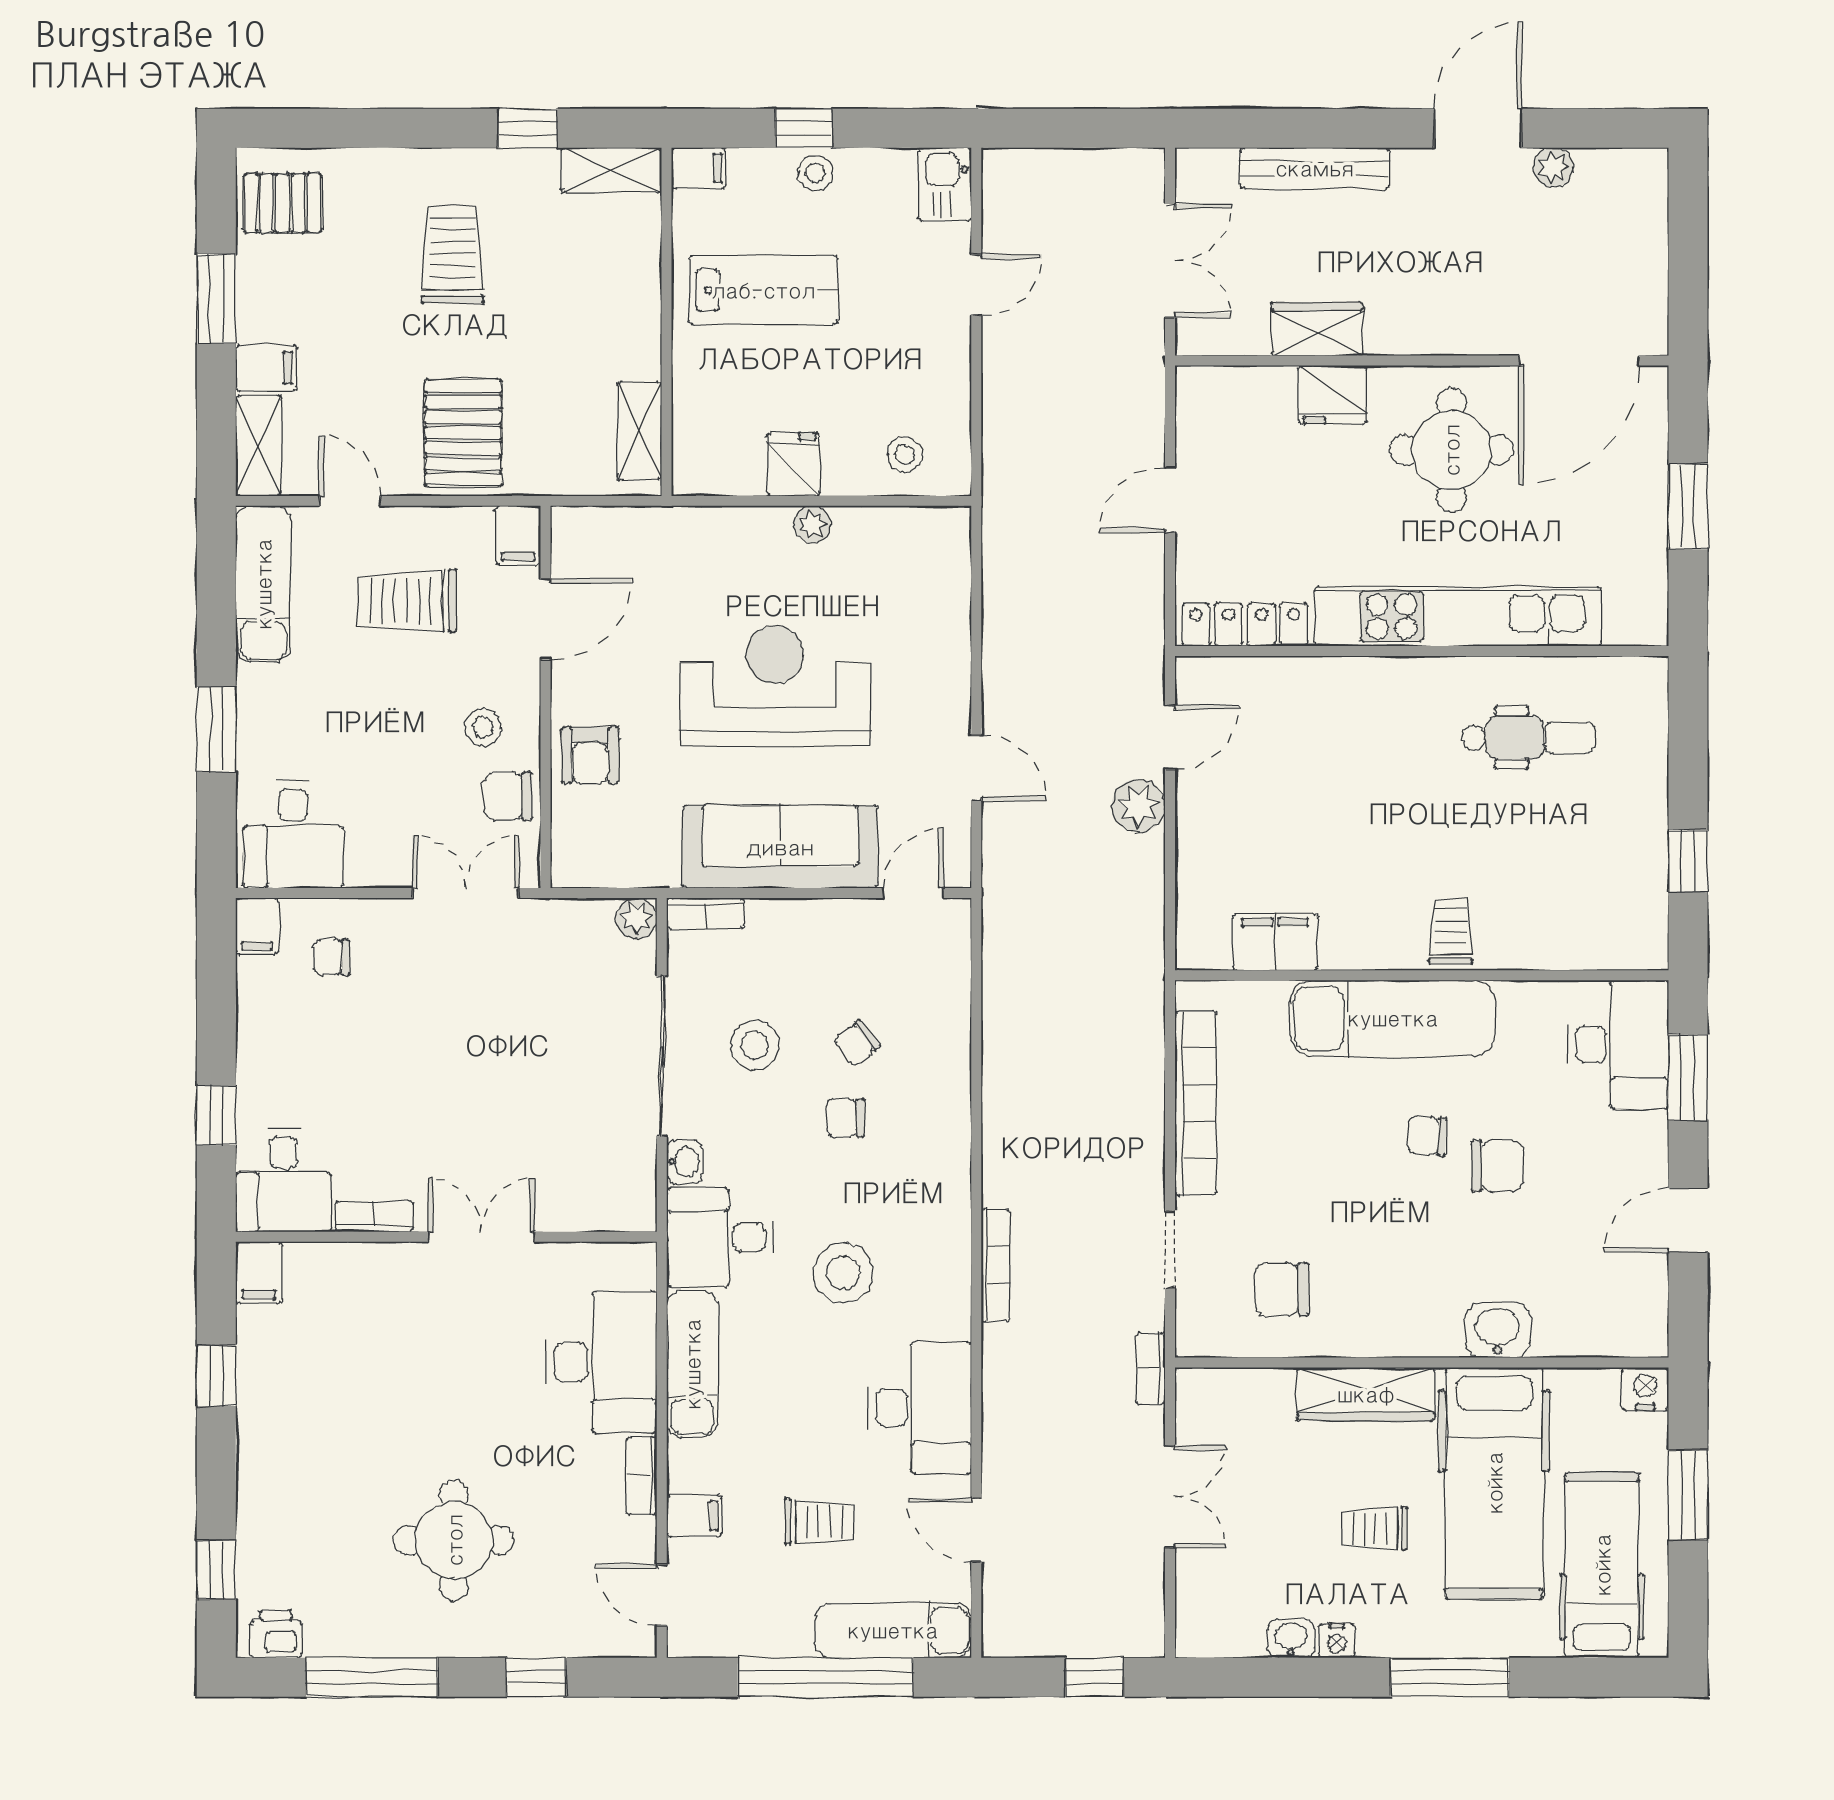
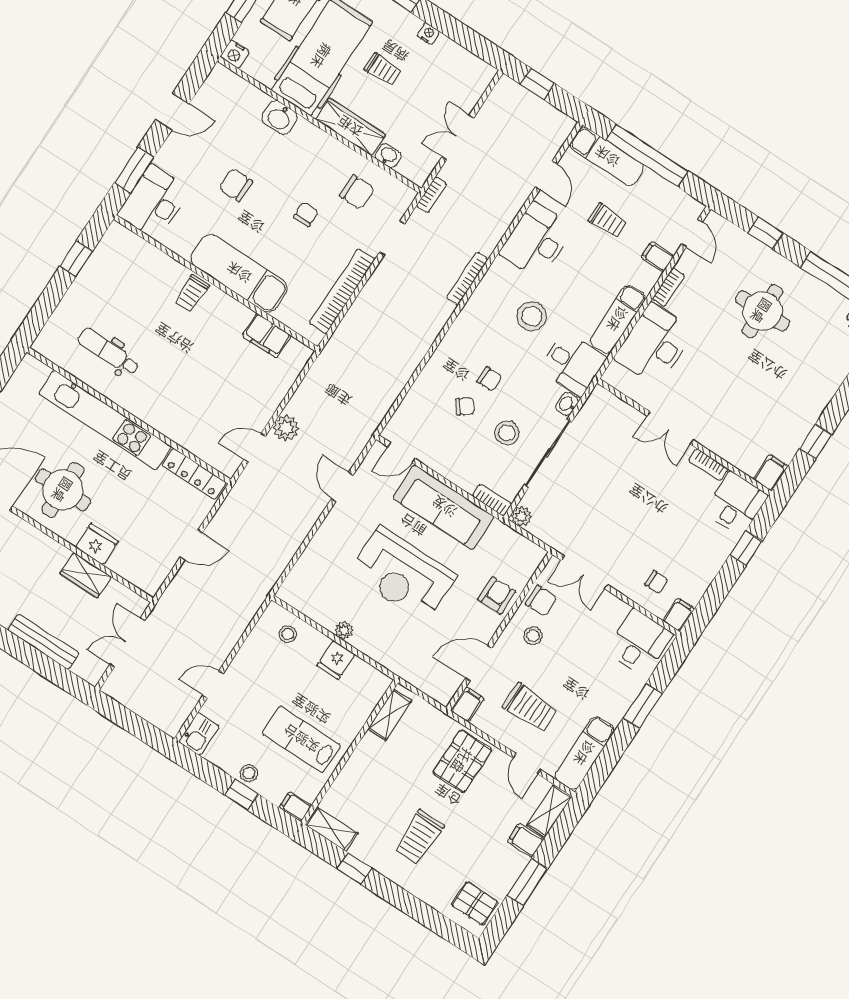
chair: (1427, 1136) -> (306, 214), moved, turned -93
trolley: (820, 1522) -> (608, 221), turned 180
washbasin: (1291, 1638) -> (388, 156), moved, turned 180

